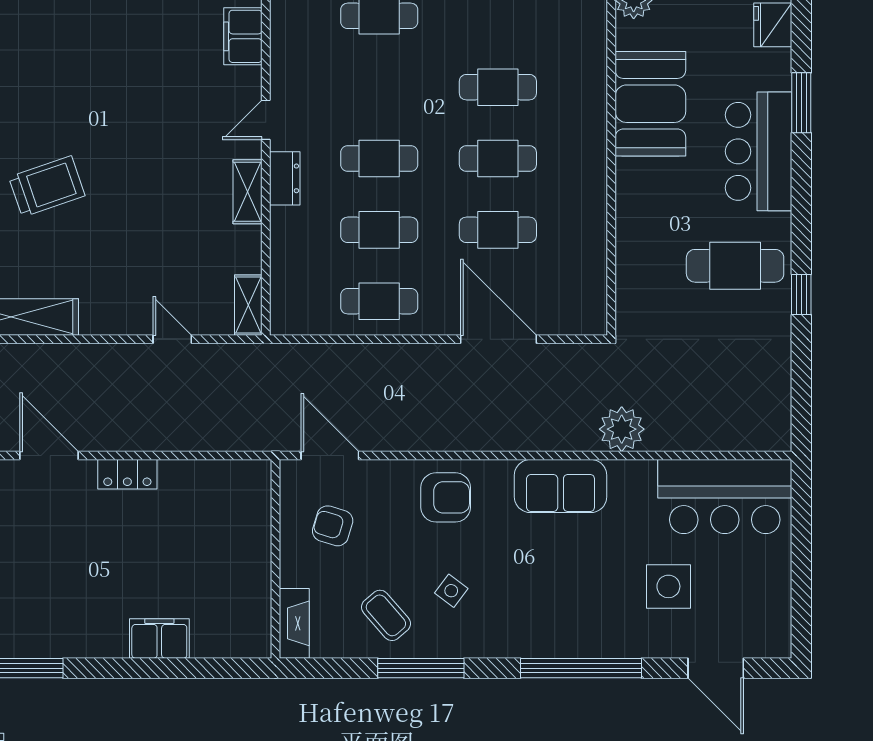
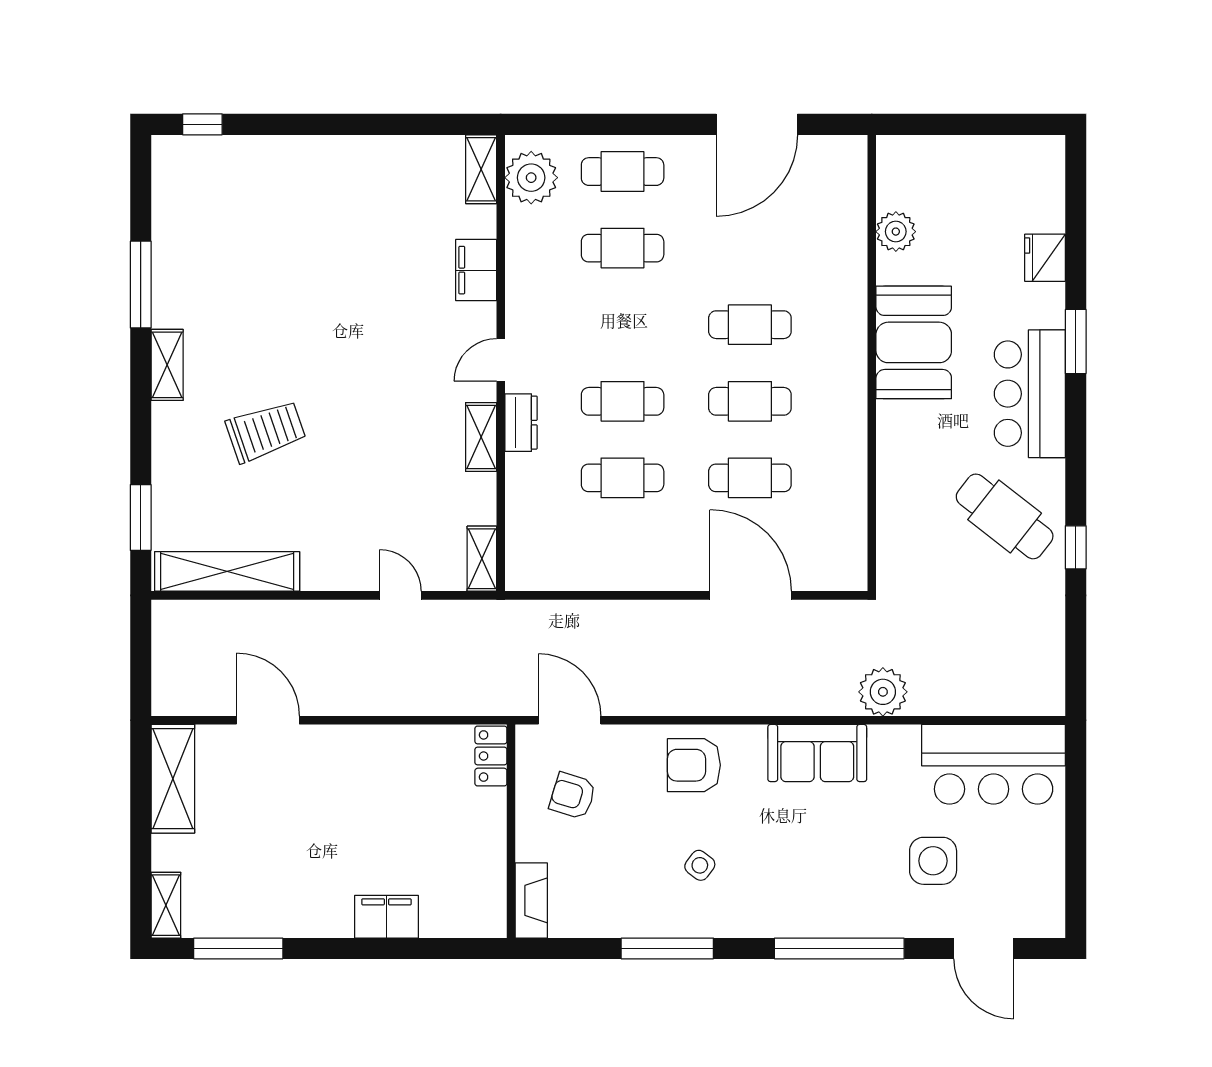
cafe table: (735, 266) -> (1005, 516), turned 38
cafe table: (379, 301) -> (623, 554), removed
locker: (127, 474) -> (491, 756), moved, turned 90
armchair: (446, 497) -> (694, 765), turned 180
coffee table: (386, 615) -> (630, 892), removed

